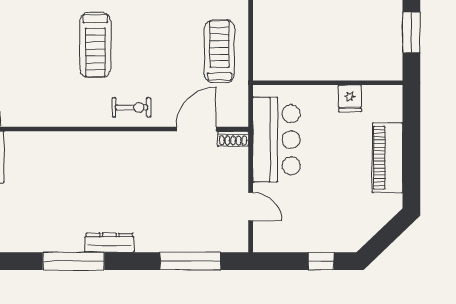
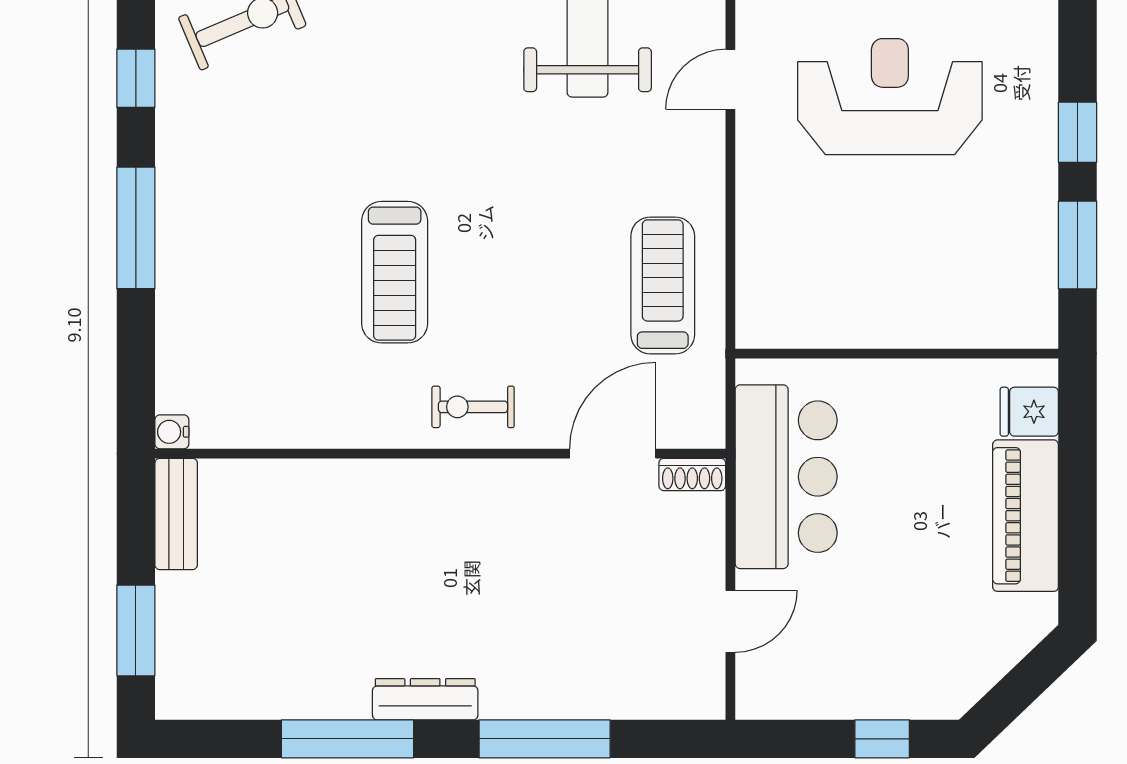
fridge: (350, 98) -> (1029, 412), moved, turned 90
exercise bike: (132, 107) -> (473, 407), turned 180
door: (251, 207) -> (730, 621), hinge flipped
window: (190, 261) -> (545, 739), moved

